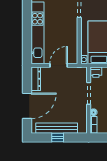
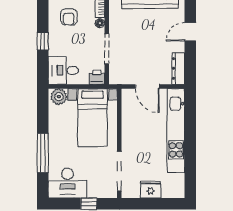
door: (59, 65) -> (147, 87), hinge flipped
door: (27, 106) -> (190, 32), width x0.53

